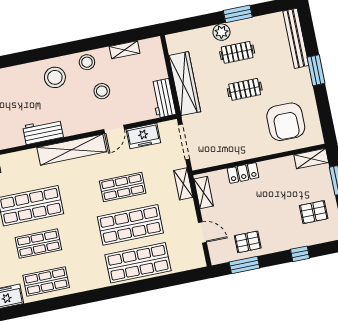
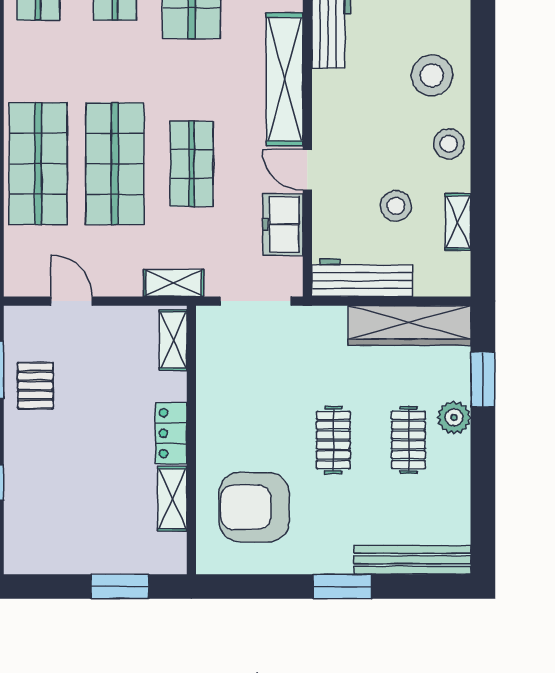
window: (238, 14) -> (483, 379), moved
wardrobe: (185, 84) -> (409, 326), moved
stool: (102, 91) -> (396, 206), moved
workbench: (163, 98) -> (362, 278), width x1.38
shelving: (311, 159) -> (172, 499), moved
locker: (243, 173) -> (171, 433), moved
shelving: (204, 193) -> (173, 340), moved, turned 90
pallet: (314, 212) -> (67, 526), removed
door: (202, 232) -> (72, 301), swing flipped

